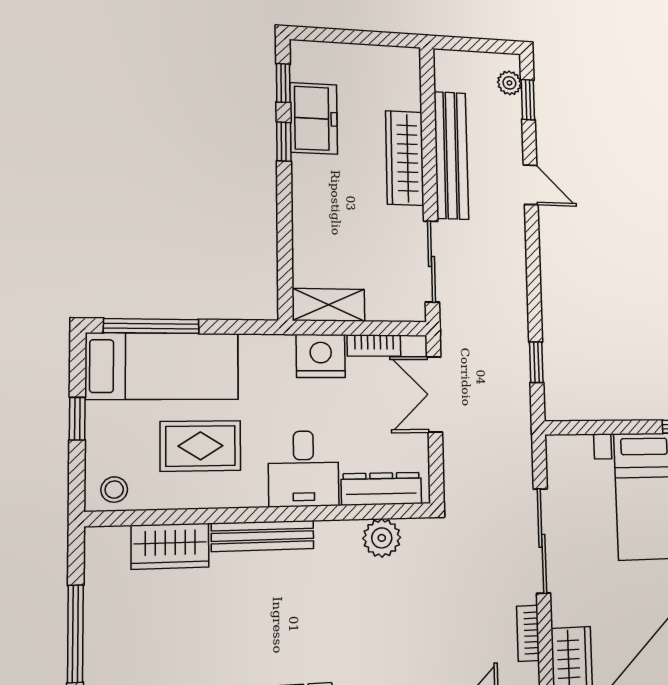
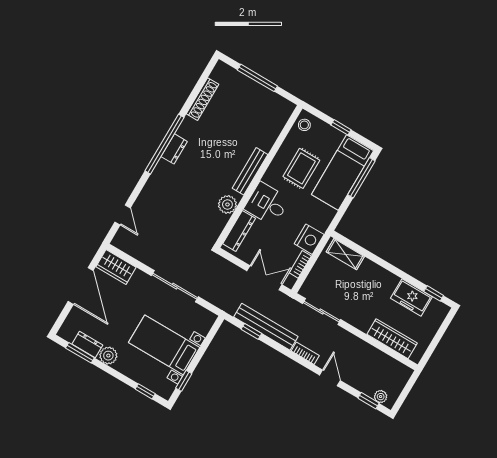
window: (284, 142) -> (408, 278), removed
bench: (451, 155) -> (266, 327), moved
wardrobe: (405, 158) -> (392, 339), moved
door: (531, 185) -> (330, 378), swing flipped
shelving: (329, 305) -> (345, 254), moved, turned 90
plant: (382, 538) -> (227, 204), moved
wardrobe: (170, 546) -> (269, 133), removed
bookcase: (528, 633) -> (305, 353), moved

